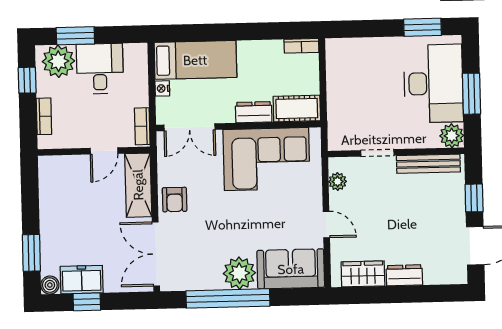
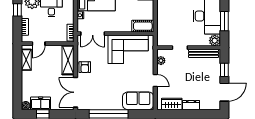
dresser: (254, 112) -> (123, 27), removed
door: (104, 151) -> (39, 44), moved
shelving: (49, 187) -> (26, 60), added
window: (31, 253) -> (17, 90), removed
plant: (239, 273) -> (114, 102), removed

